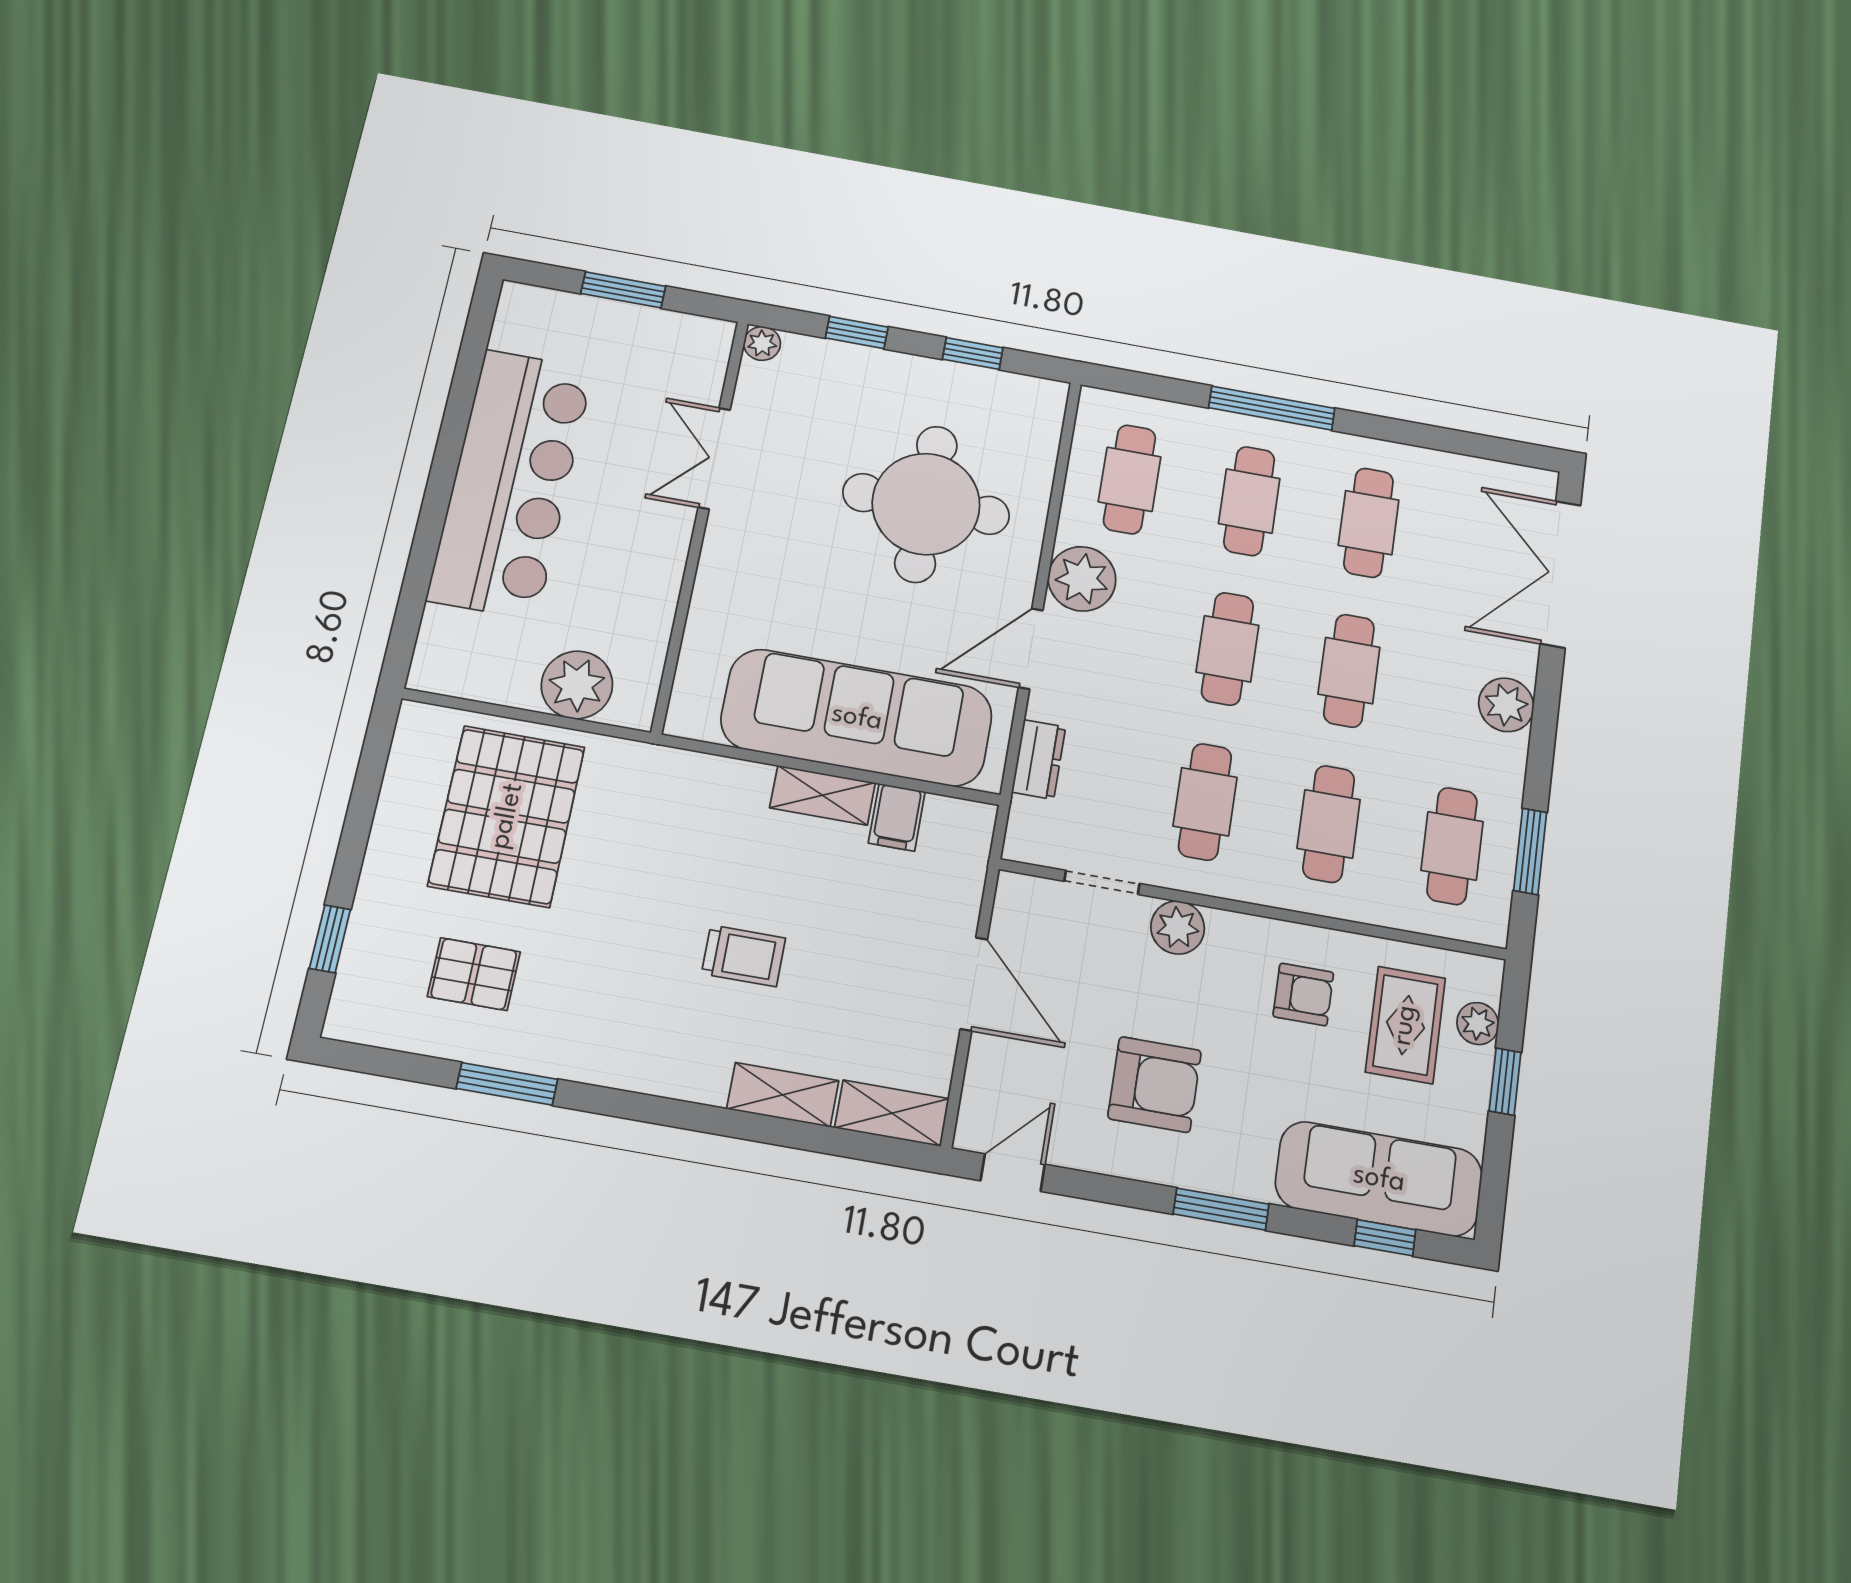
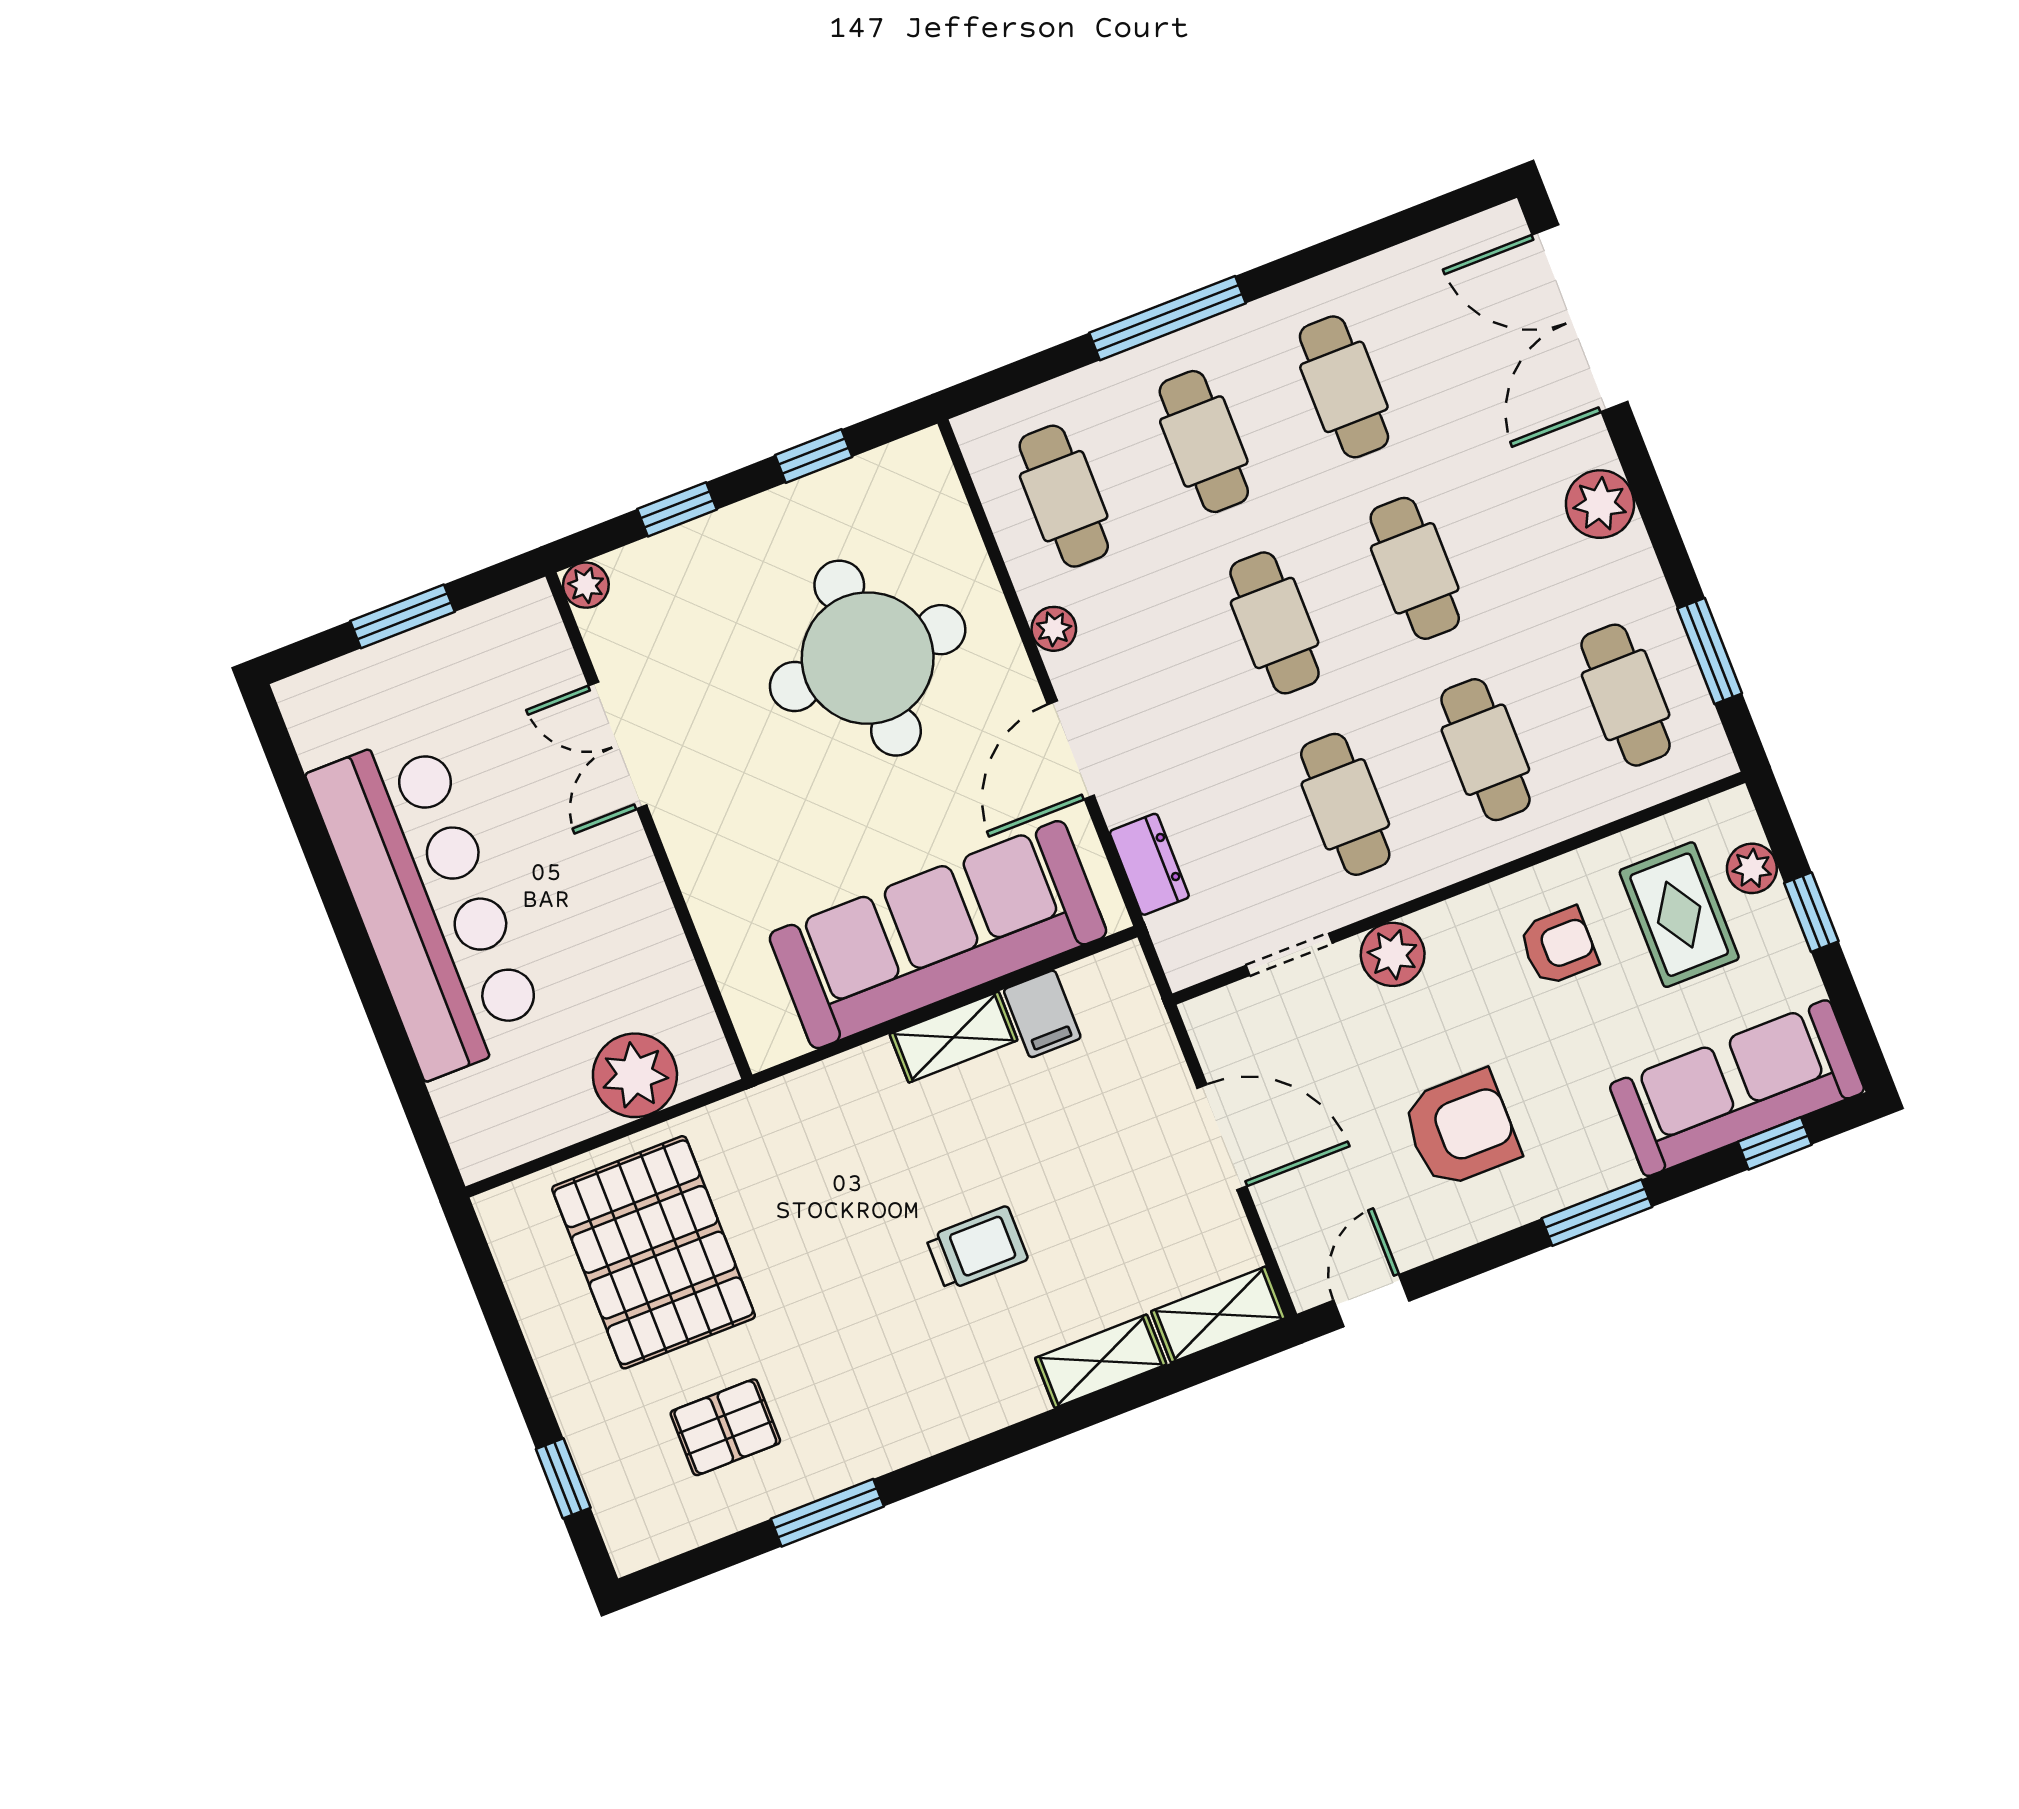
plant: (1082, 579) -> (1054, 629), width x0.53, depth x0.53

